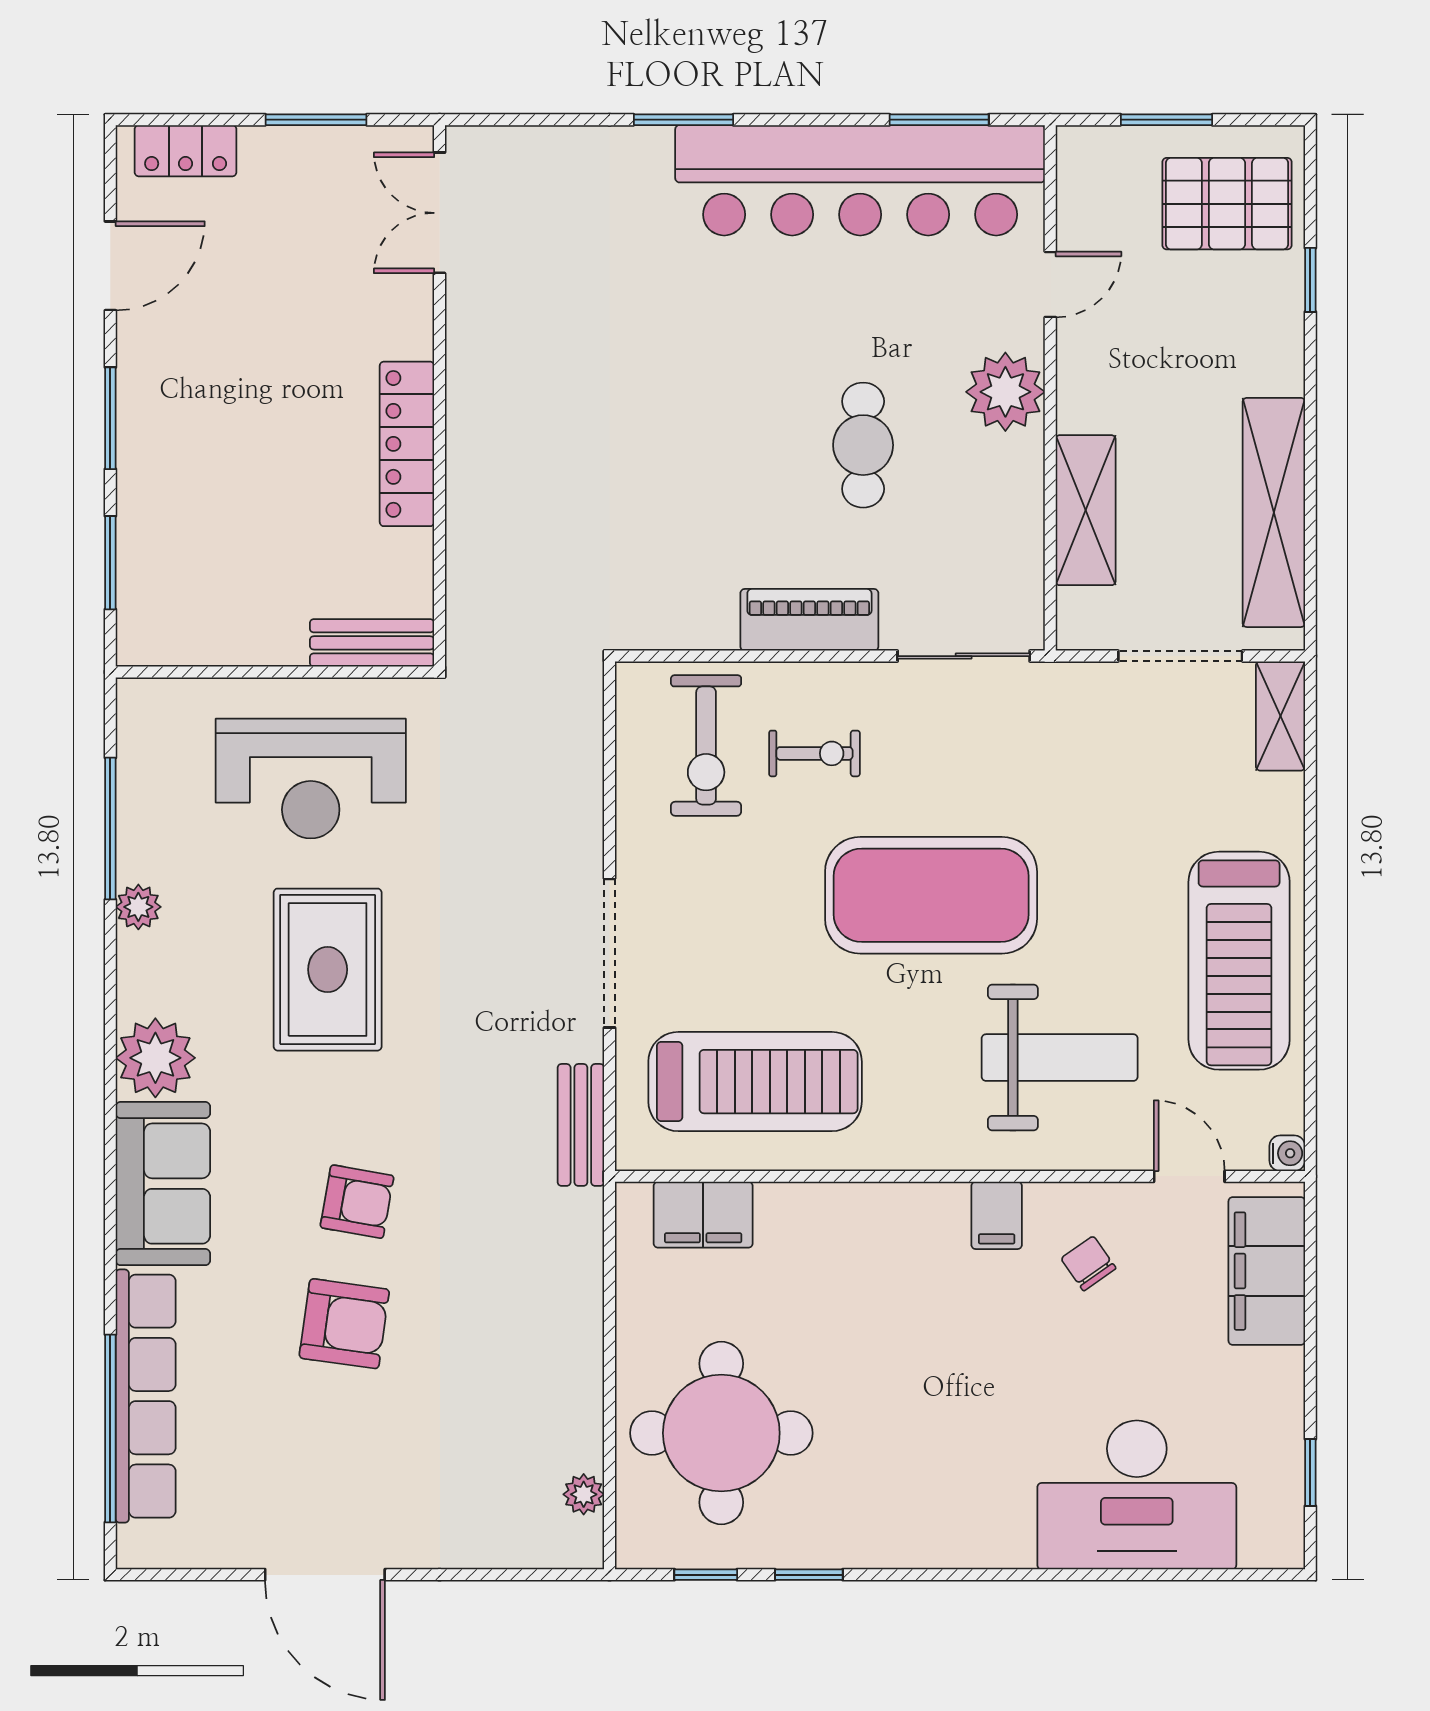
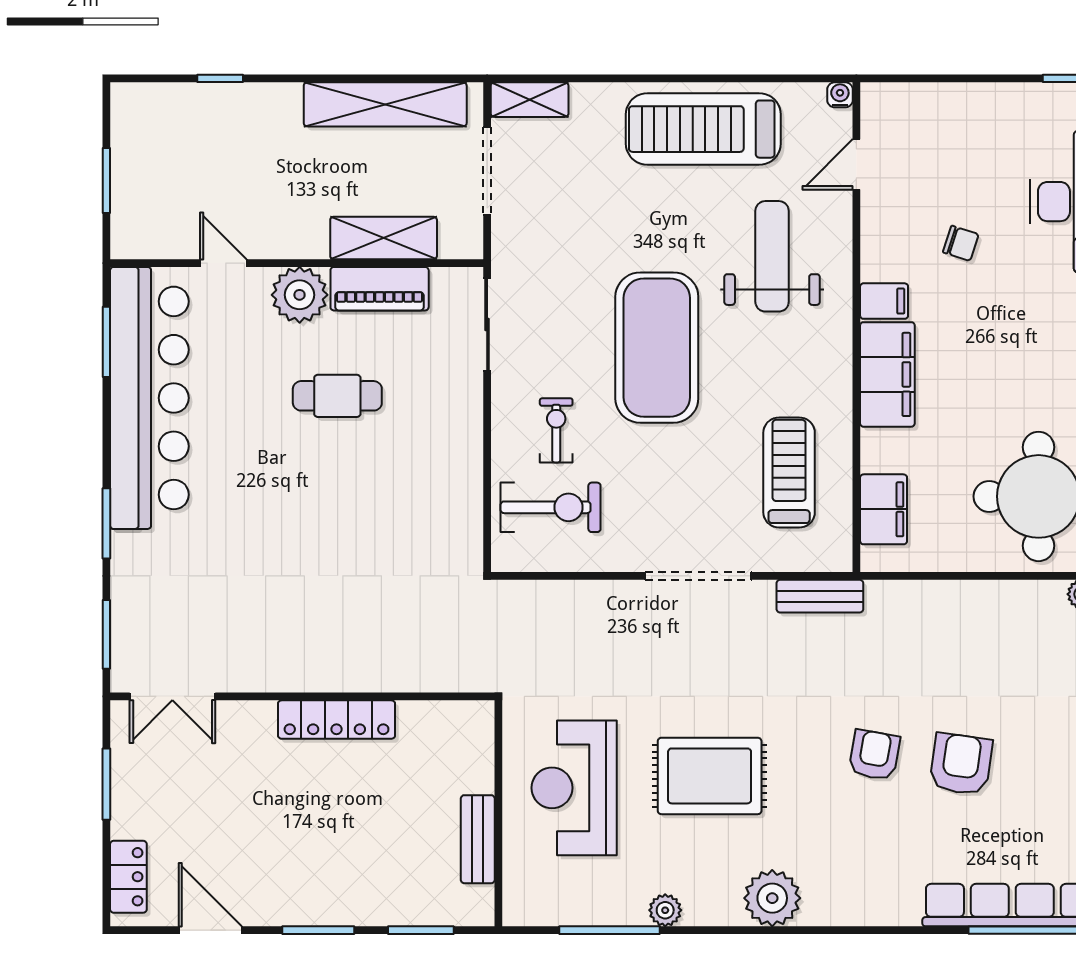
window: (527, 120) -> (106, 634), added
pallet: (1227, 204) -> (166, 138), removed
piano: (809, 620) -> (380, 289), moved, turned -90
bench: (372, 643) -> (478, 839), moved
reception desk: (311, 779) -> (574, 788), turned 180
treadmill: (1239, 961) -> (703, 129), turned 180
treadmill: (755, 1082) -> (789, 473), width x0.73, depth x0.73
sofa: (163, 1184) -> (861, 893), removed
chair: (1088, 1263) -> (961, 243), moved, turned -127
filing cabinet: (1267, 1271) -> (887, 374), moved, turned -90

